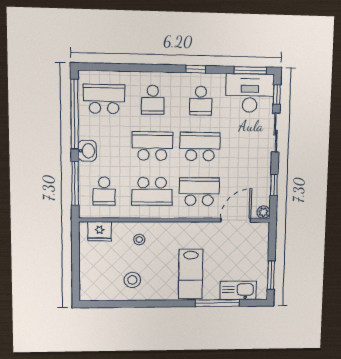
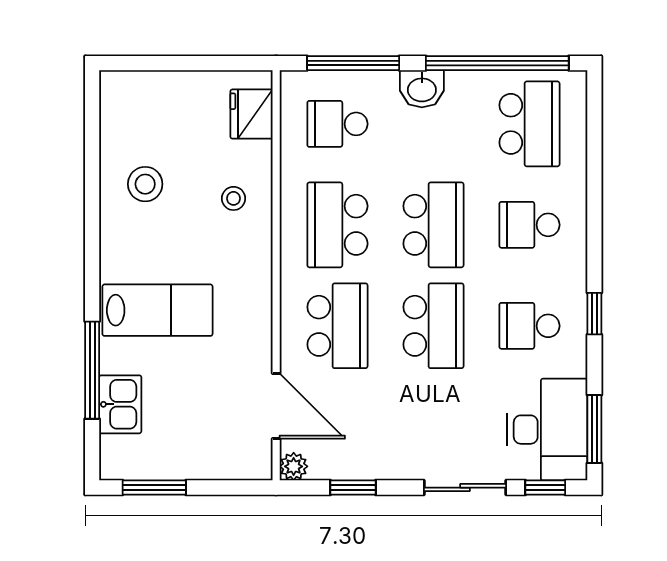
lab bench: (191, 274) -> (157, 310), turned 180
kitchen sink: (238, 290) -> (120, 404), width x0.73

